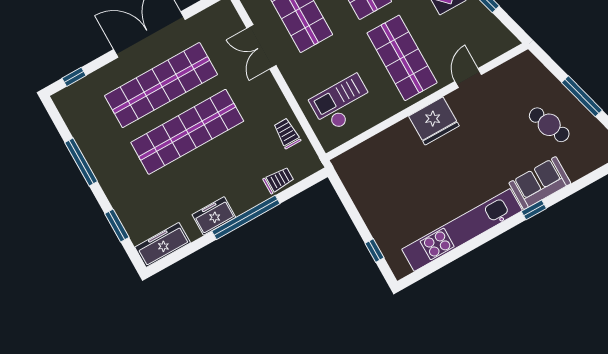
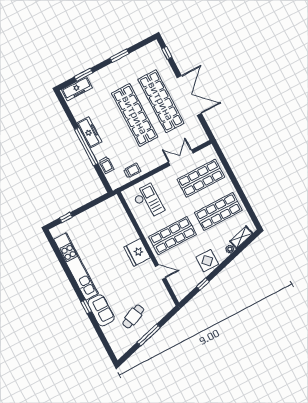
window: (81, 162) -> (119, 56), width x0.69
freezer: (214, 216) -> (89, 132), width x1.40
freezer: (163, 245) -> (77, 89), moved, turned 90

